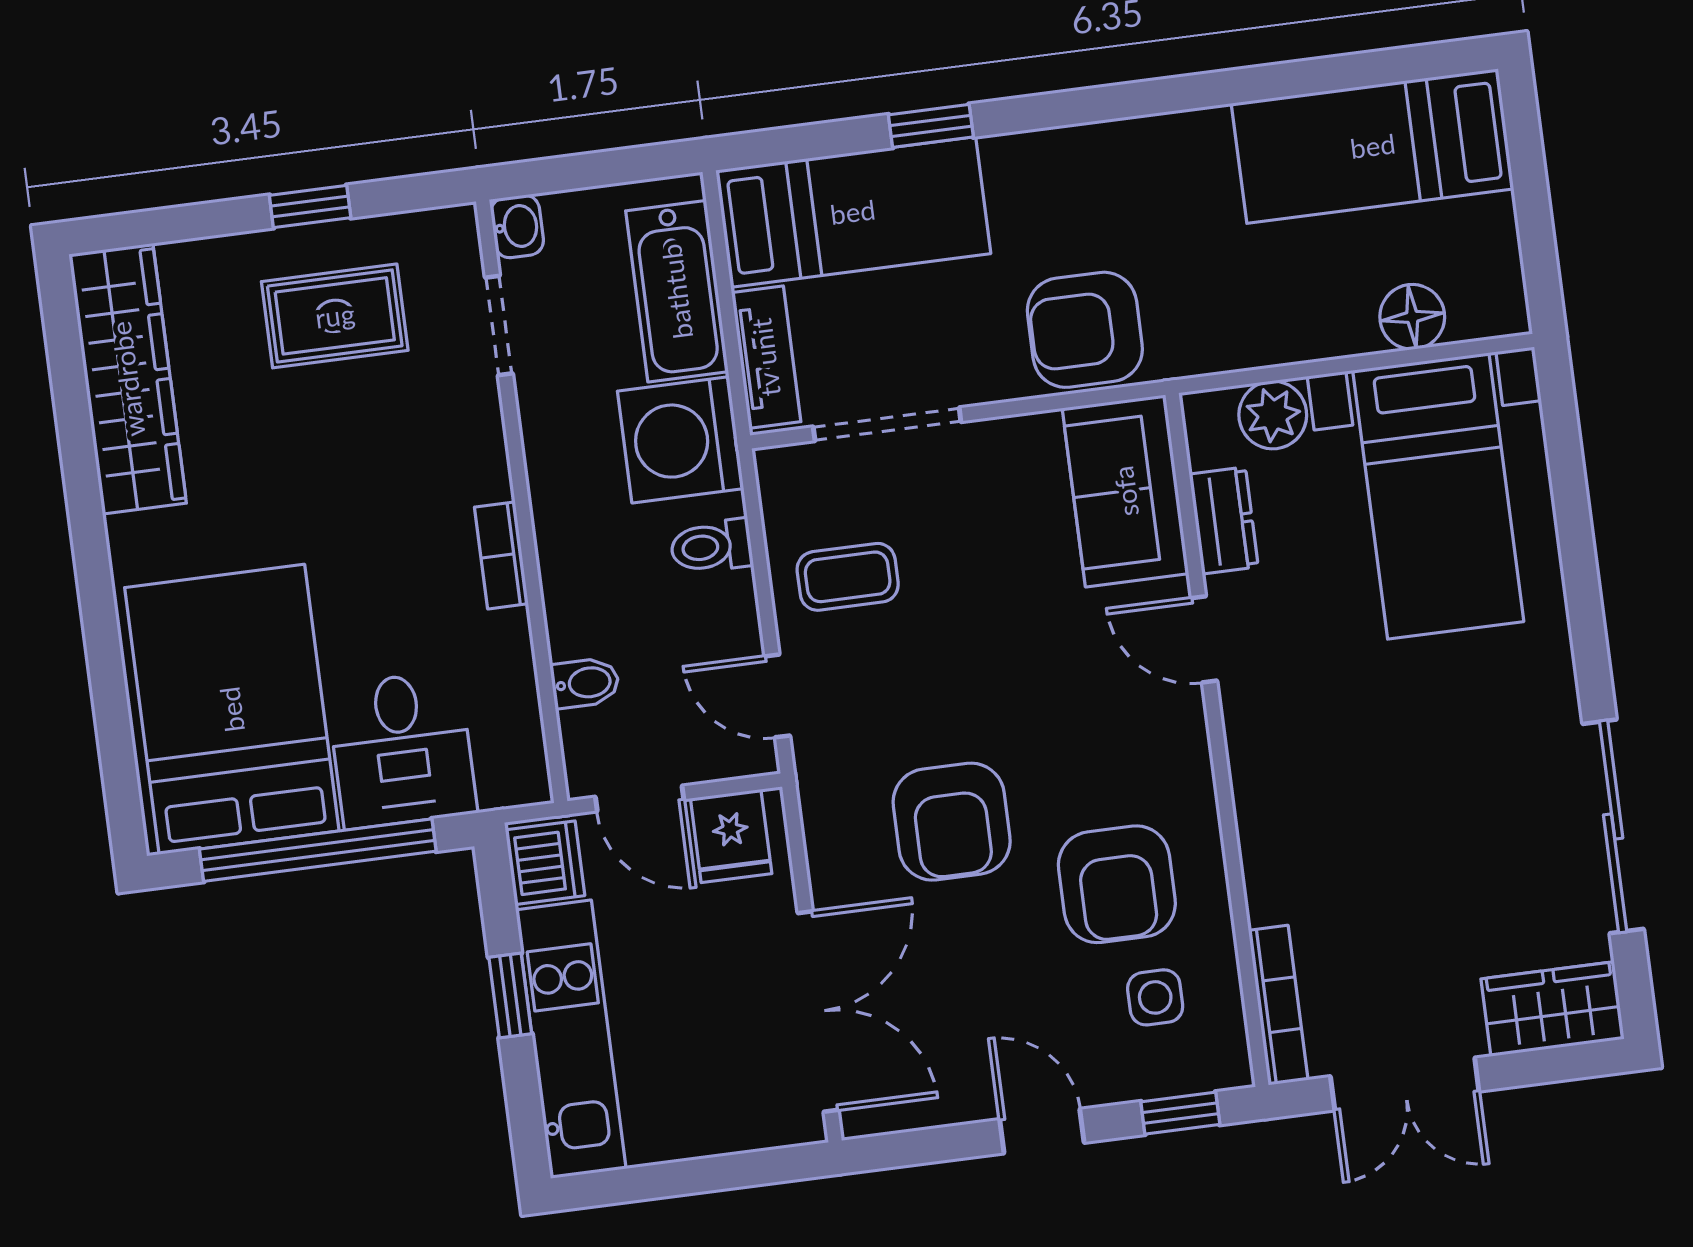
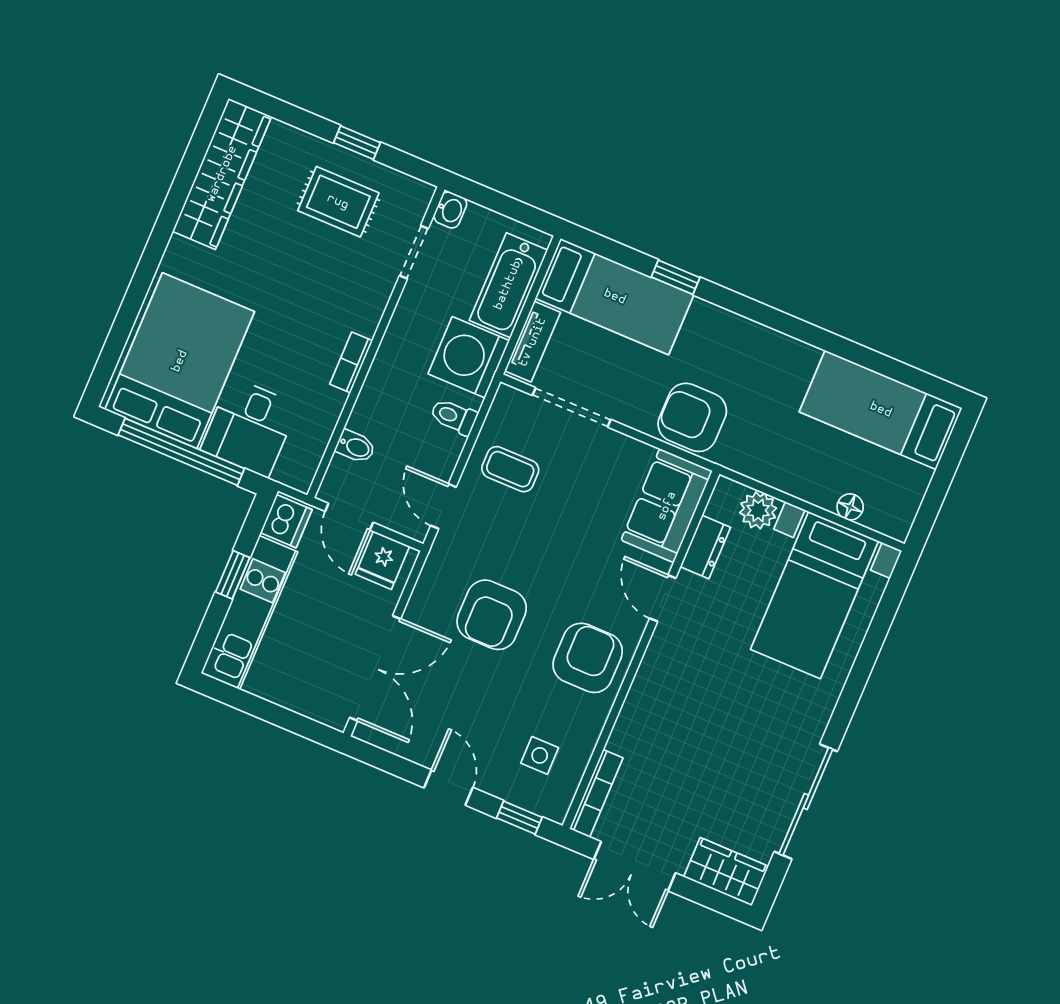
floor lamp: (1412, 317) -> (850, 507), width x0.73, depth x0.73
armchair: (1117, 884) -> (588, 658), moved, turned 180

